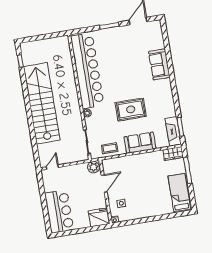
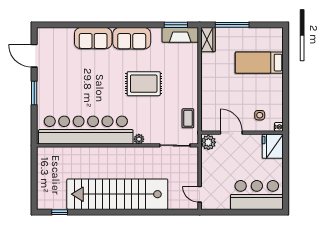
rug: (131, 109) -> (144, 84), turned 90
sofa: (140, 143) -> (132, 38), moved, turned -90
bed: (179, 193) -> (259, 63), moved

